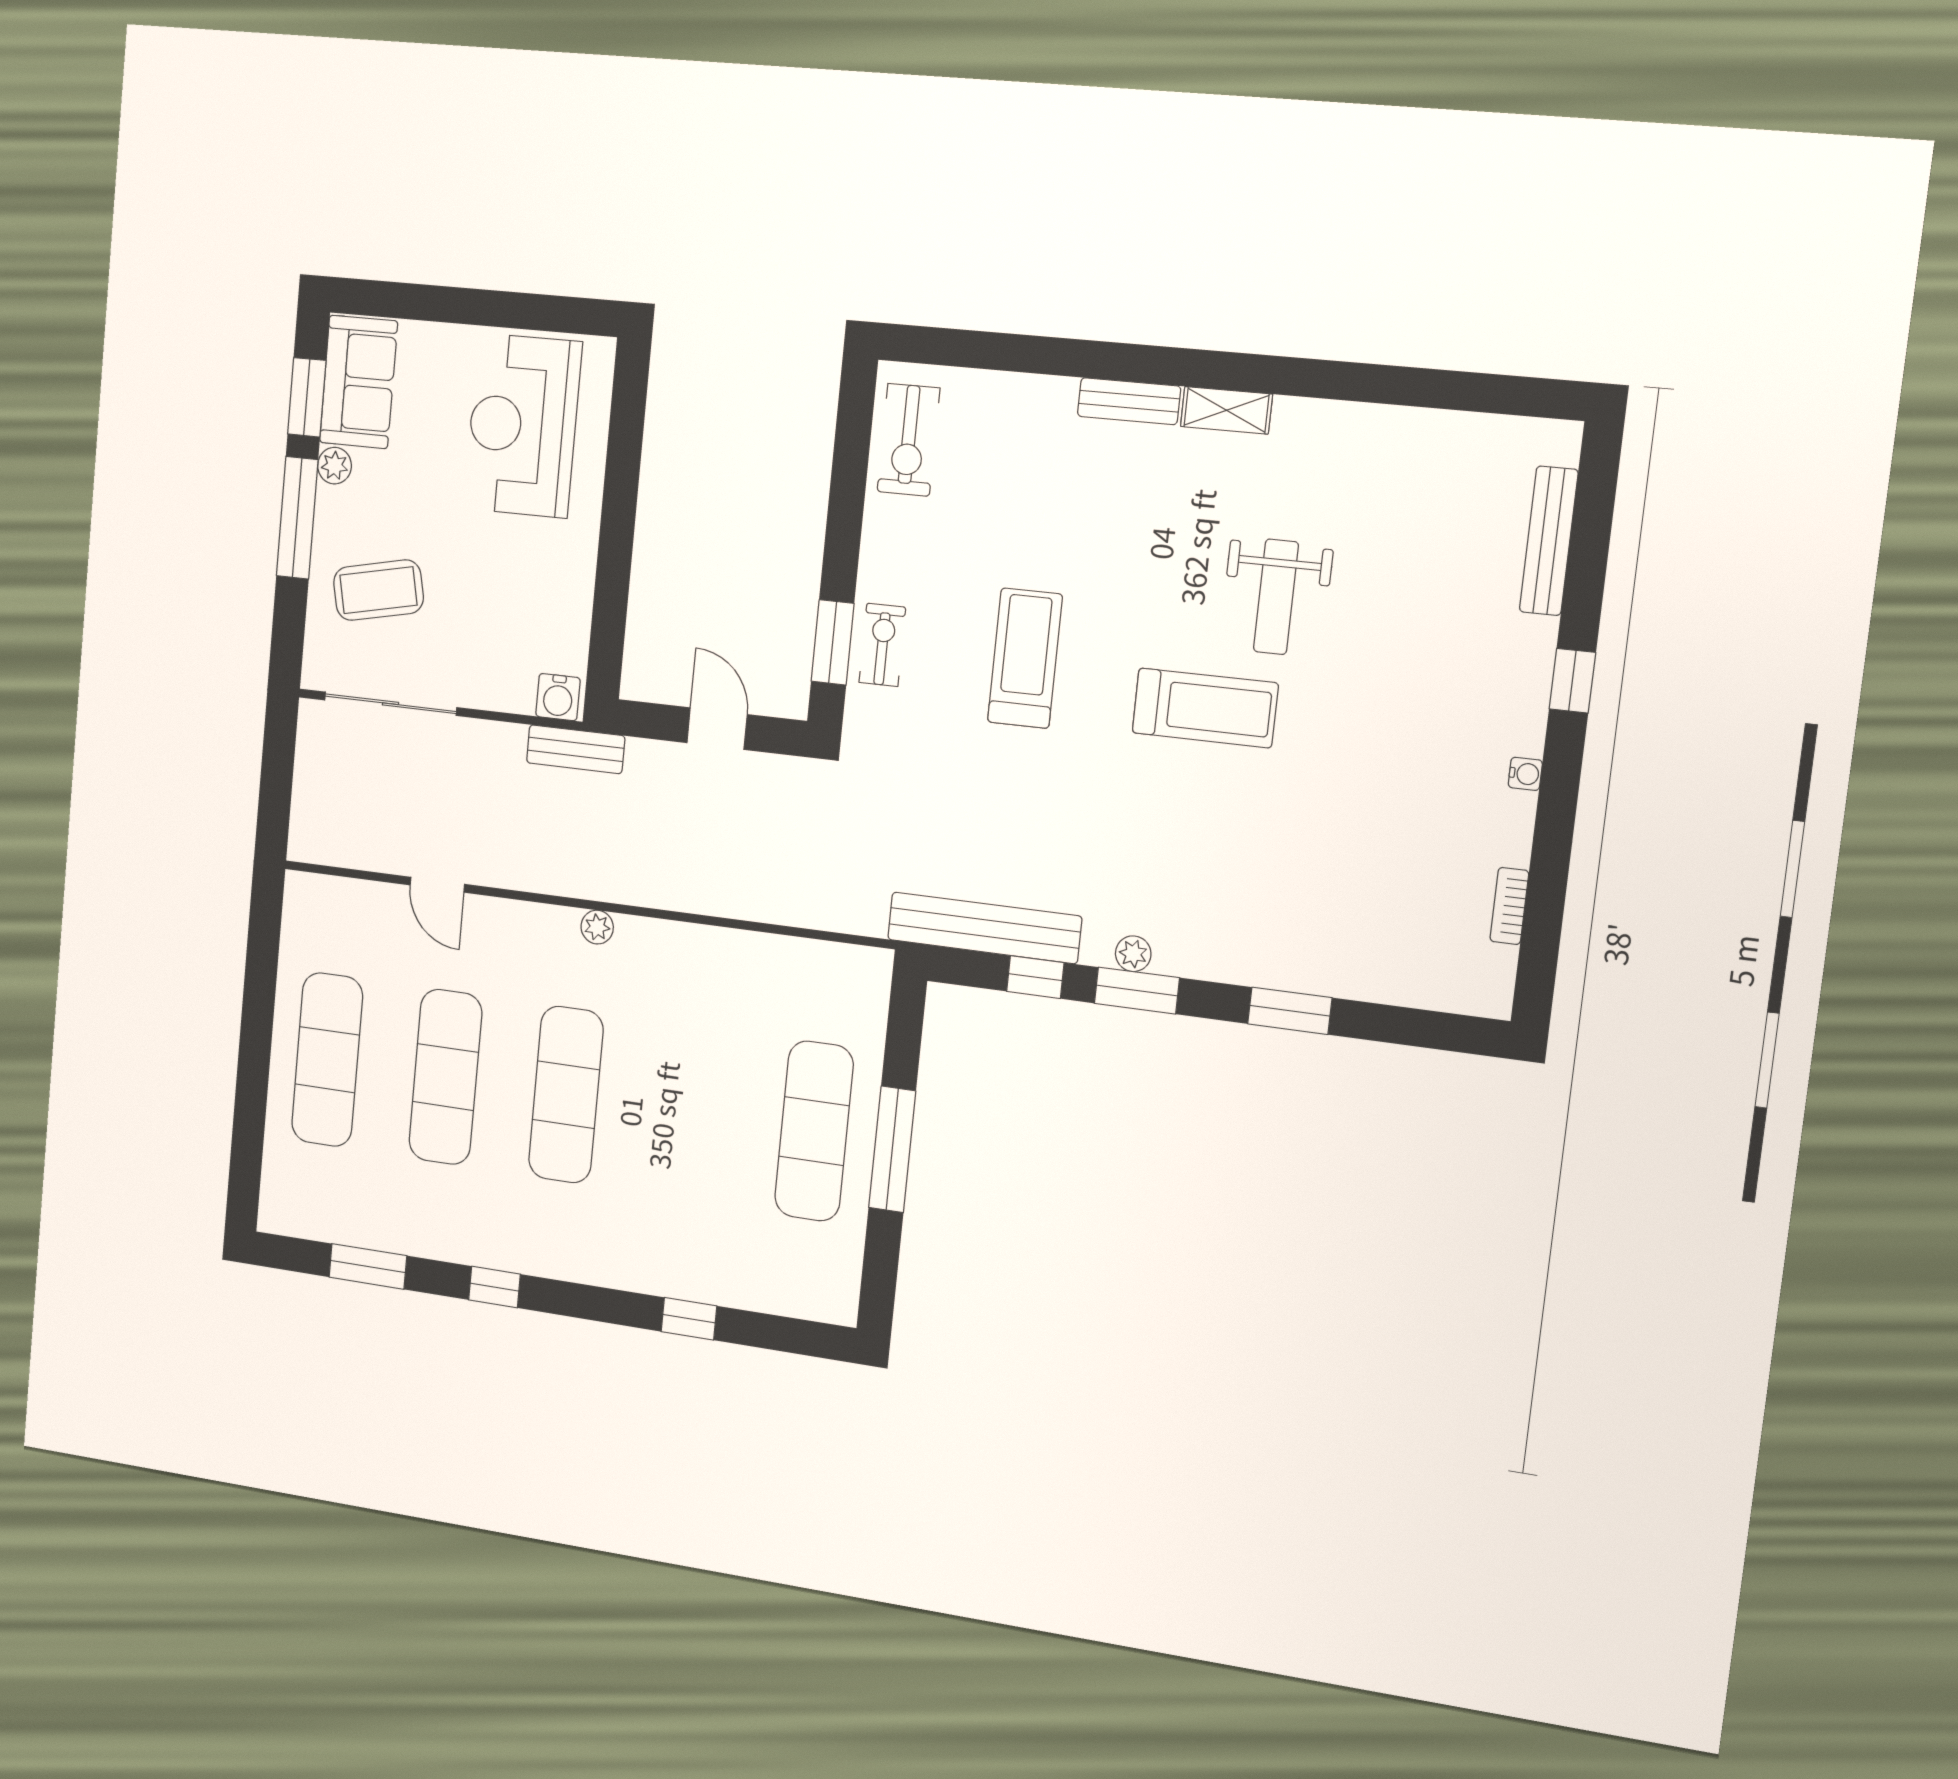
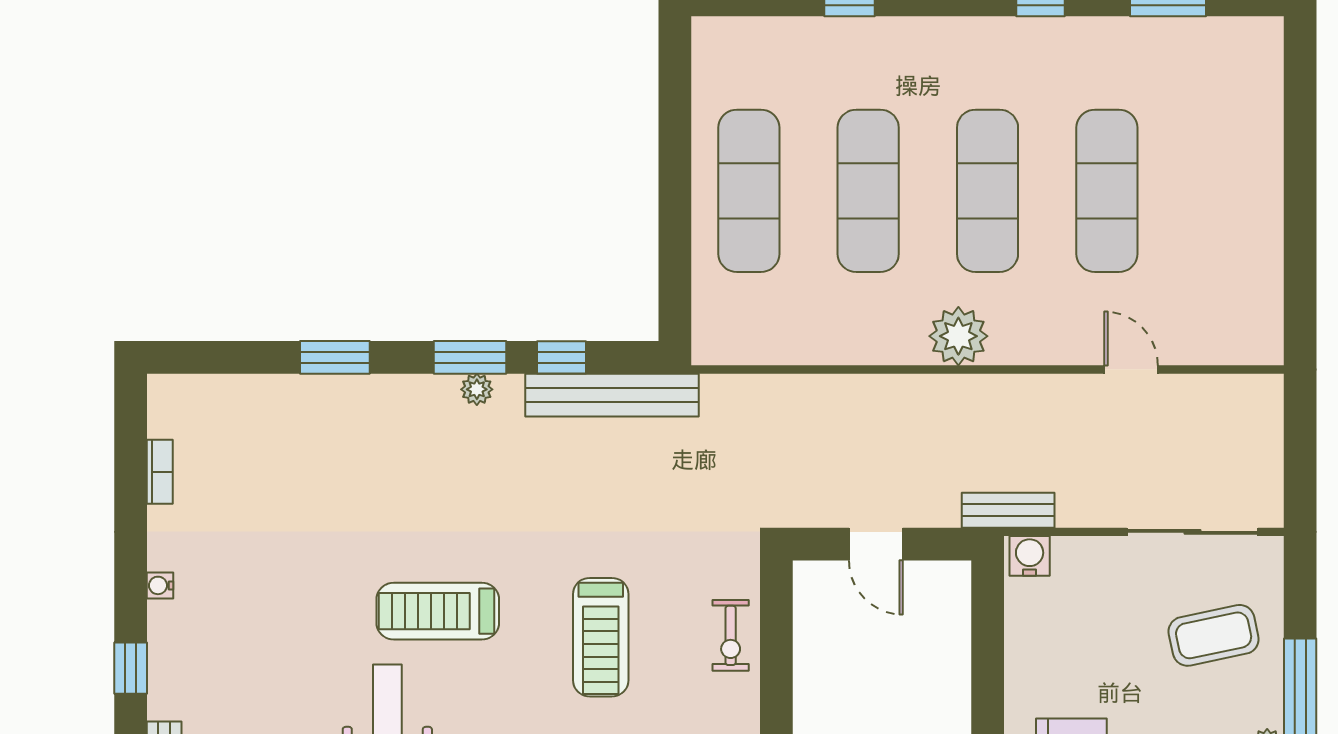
window: (833, 642) -> (776, 633), removed
plant: (597, 927) -> (958, 336), width x1.87, depth x1.87
exercise mat: (327, 1060) -> (868, 191), moved
window: (892, 1149) -> (675, 185), removed

